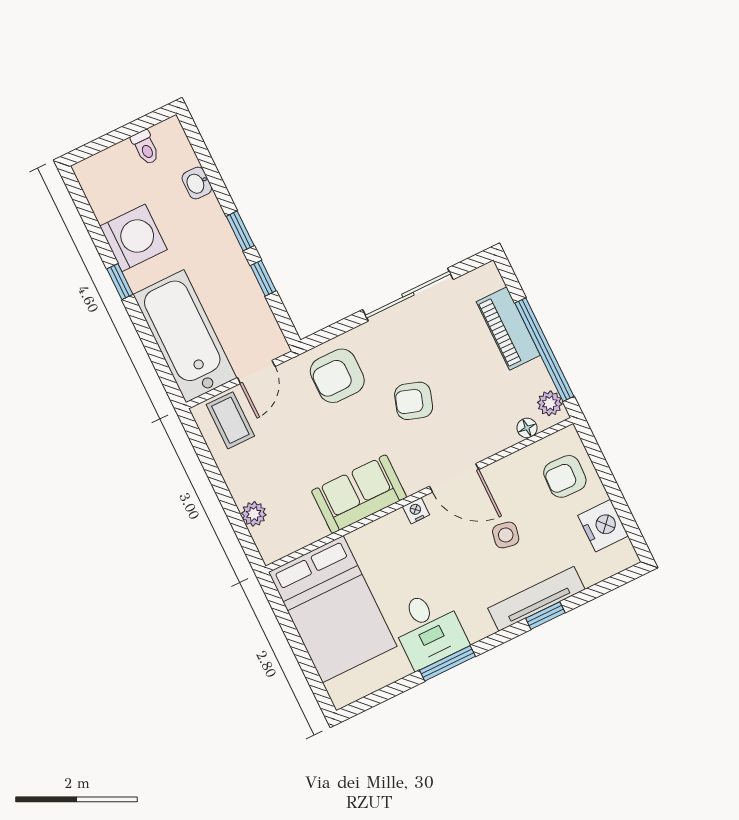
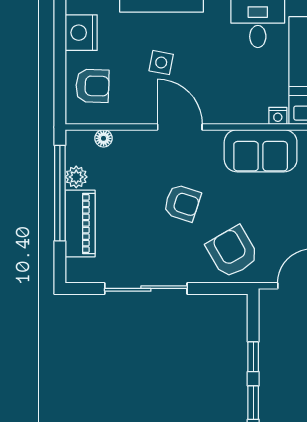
armchair: (337, 376) -> (232, 252), turned -120
plant: (550, 403) -> (76, 177), moved
nightstand: (416, 511) -> (278, 116), moved

